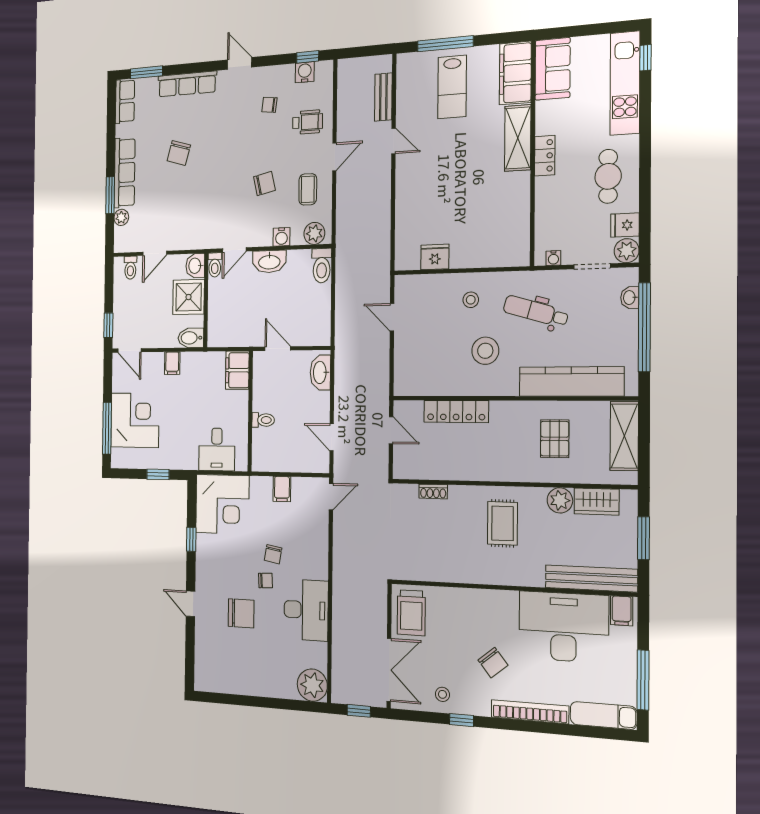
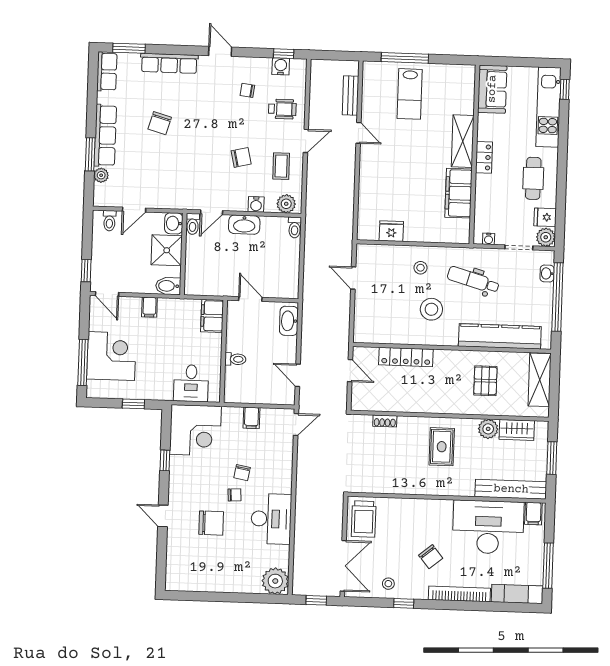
filing cabinet: (515, 73) -> (459, 193), moved
toilet: (322, 266) -> (295, 227), width x0.73, depth x0.72

